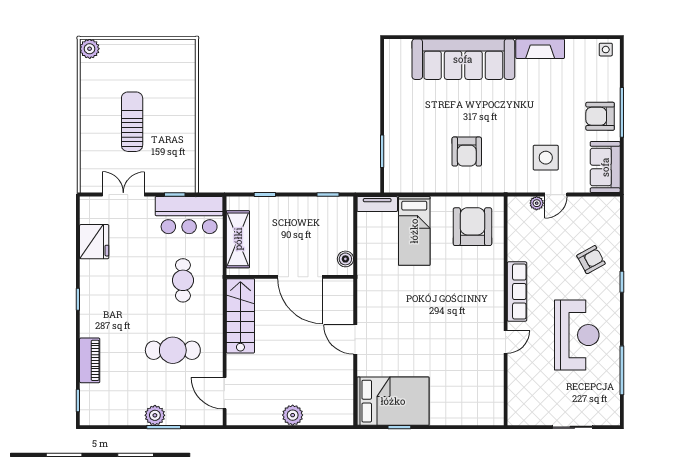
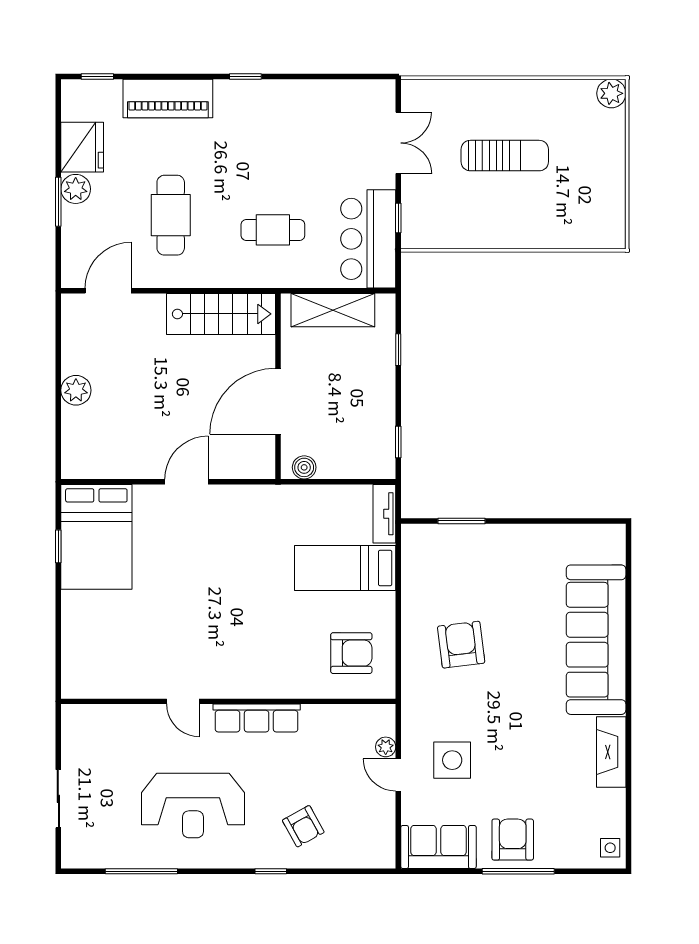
armchair: (467, 152) -> (461, 645), turned 83
armchair: (472, 227) -> (351, 653), width x0.73, depth x0.73
fridge: (94, 242) -> (82, 147), moved, turned -90
piano: (90, 360) -> (168, 98), width x1.37, depth x1.33

